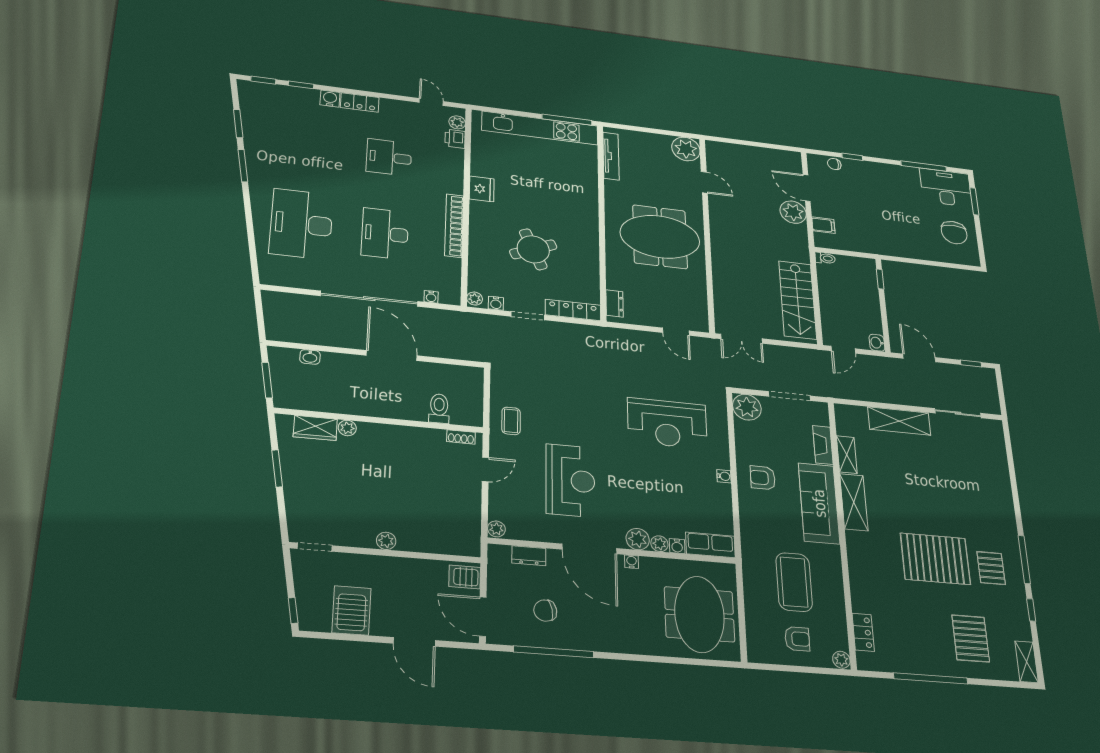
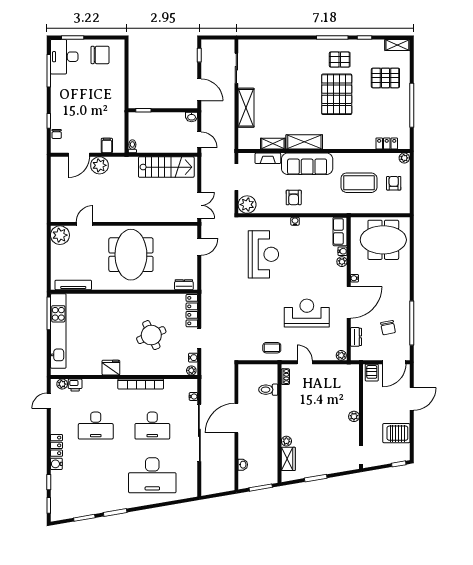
desk: (389, 157) -> (96, 426), width x1.37
door: (919, 358) -> (199, 90), swing flipped
plant: (638, 539) -> (340, 274), removed

